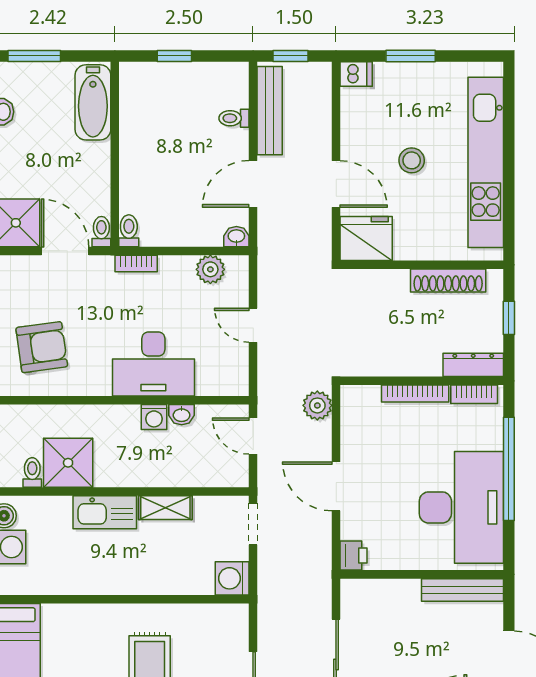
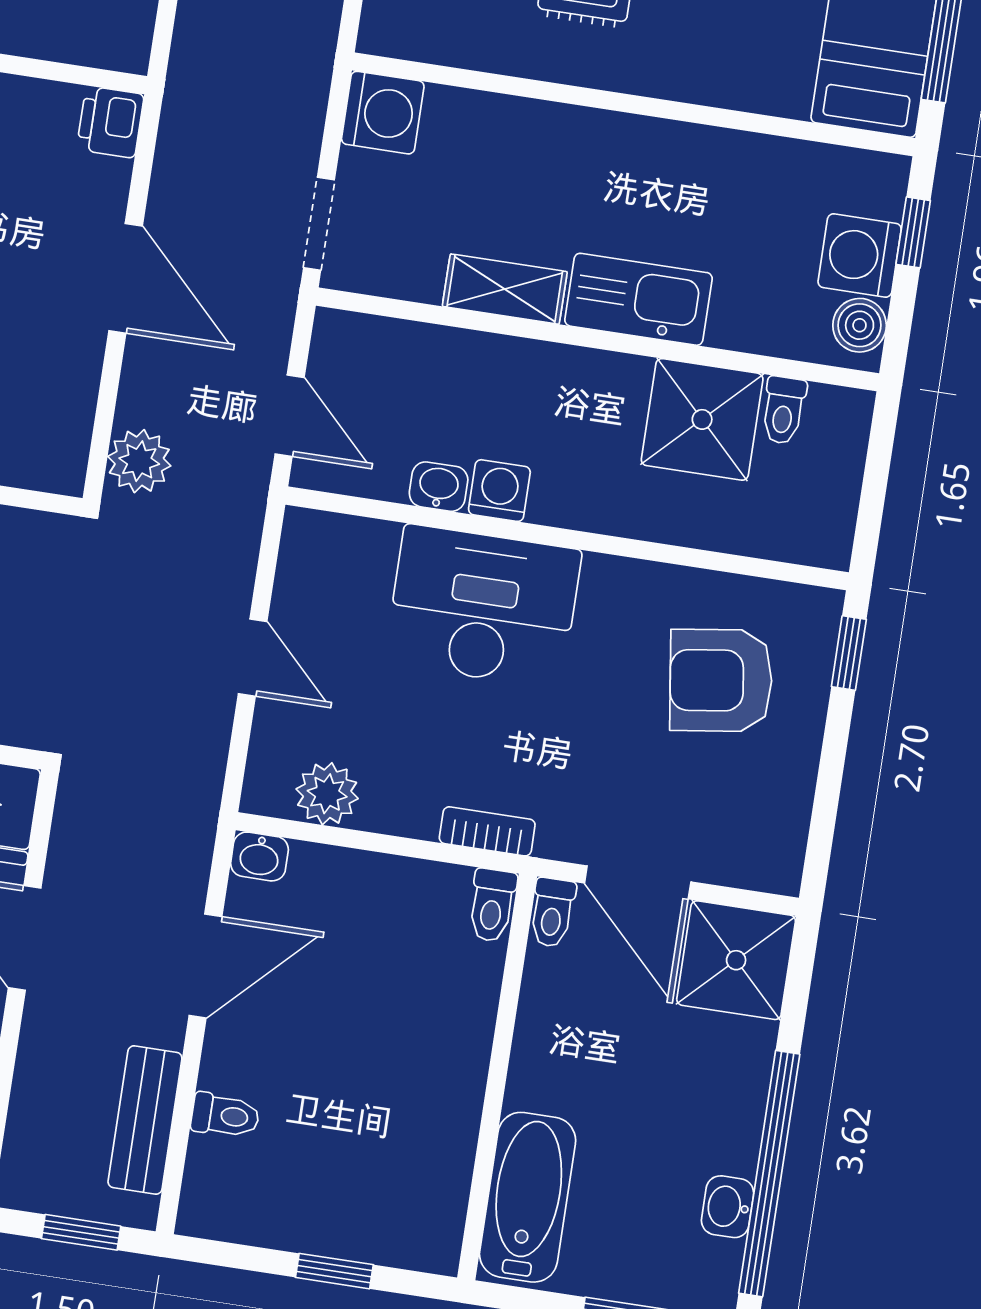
bench: (270, 111) -> (145, 1120), width x0.73

